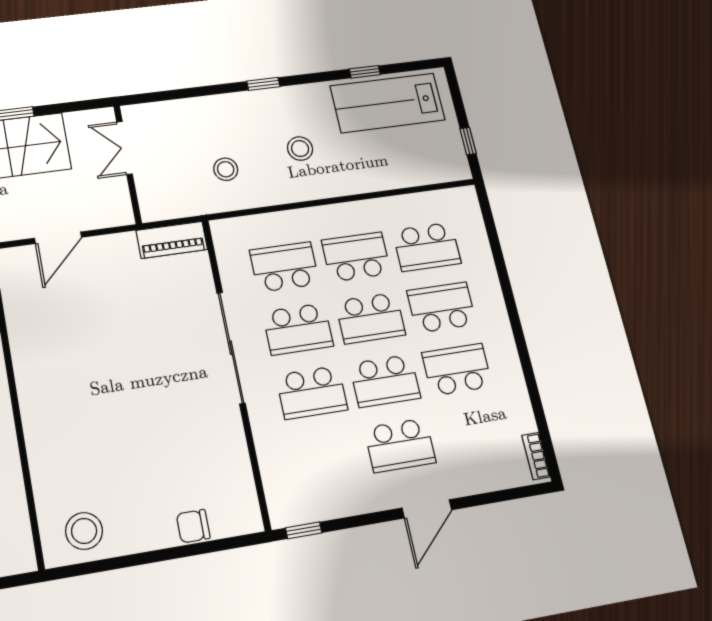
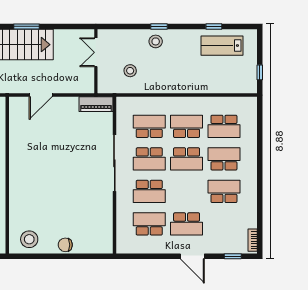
lab bench: (388, 103) -> (222, 46), width x0.73, depth x0.72
double door: (125, 148) -> (96, 52), moved
stool: (300, 149) -> (156, 41), moved
wall: (128, 164) -> (96, 61), moved
school desk: (385, 381) -> (149, 224), moved, turned 180
door: (427, 509) -> (192, 256), hinge flipped
chair: (193, 526) -> (65, 245), moved
window: (304, 530) -> (233, 256), moved

